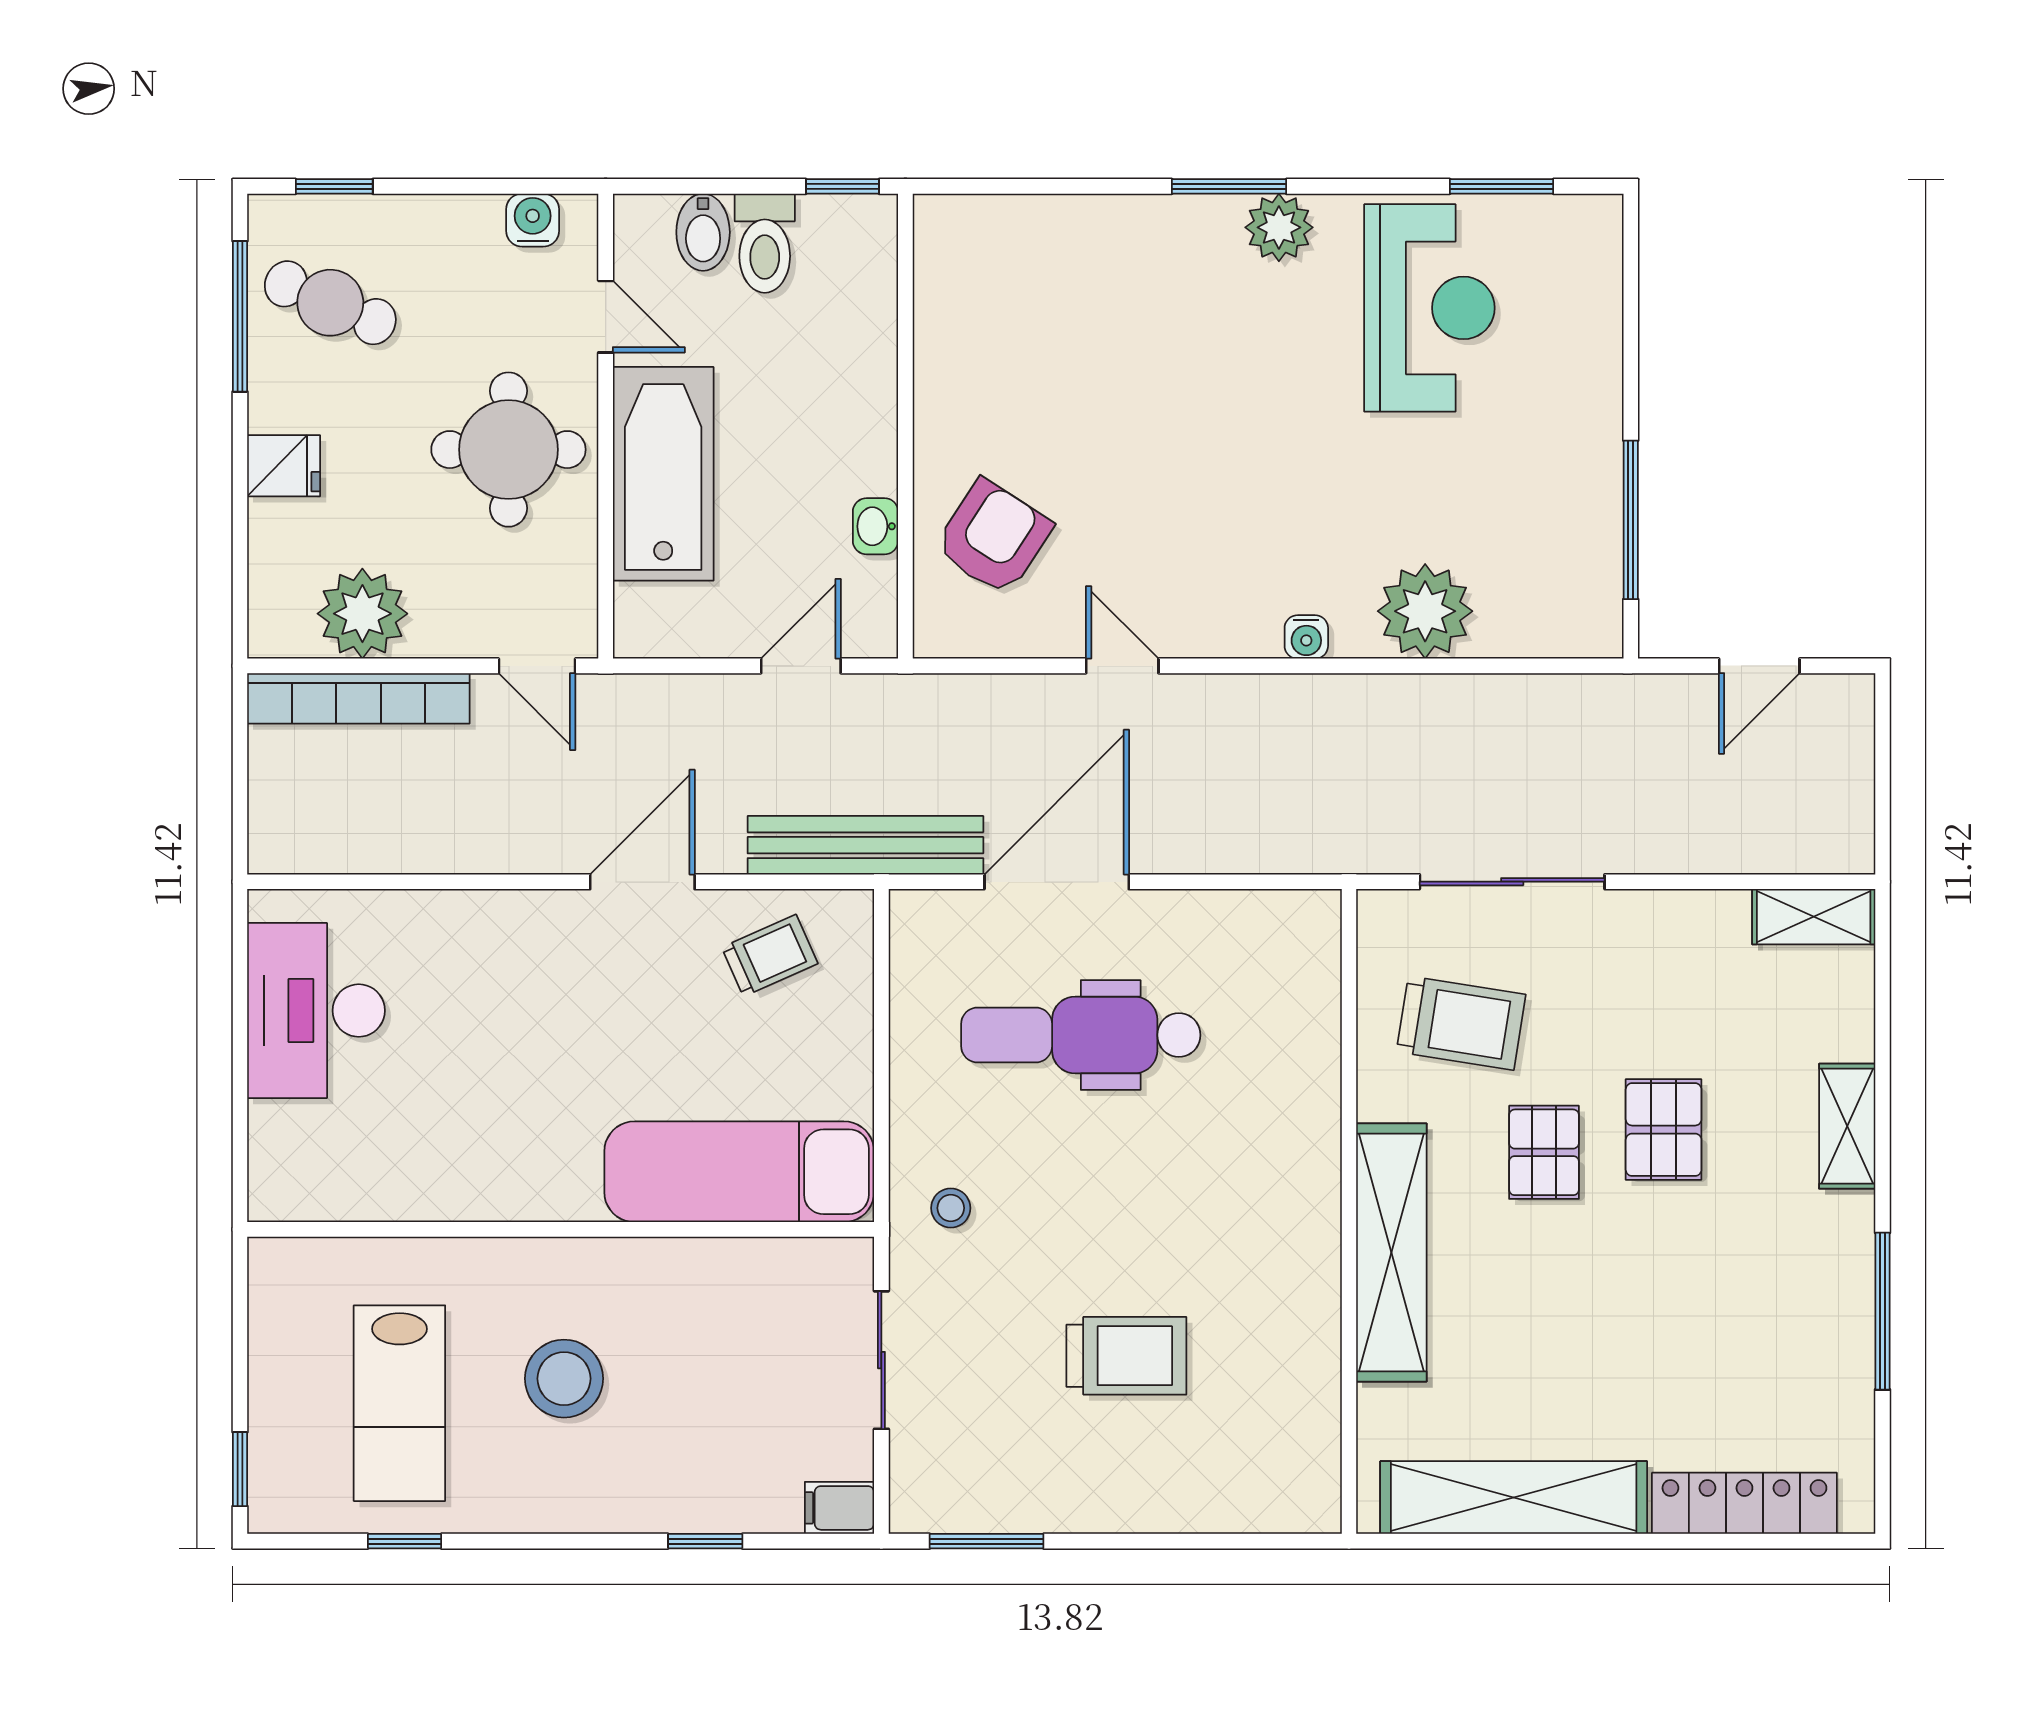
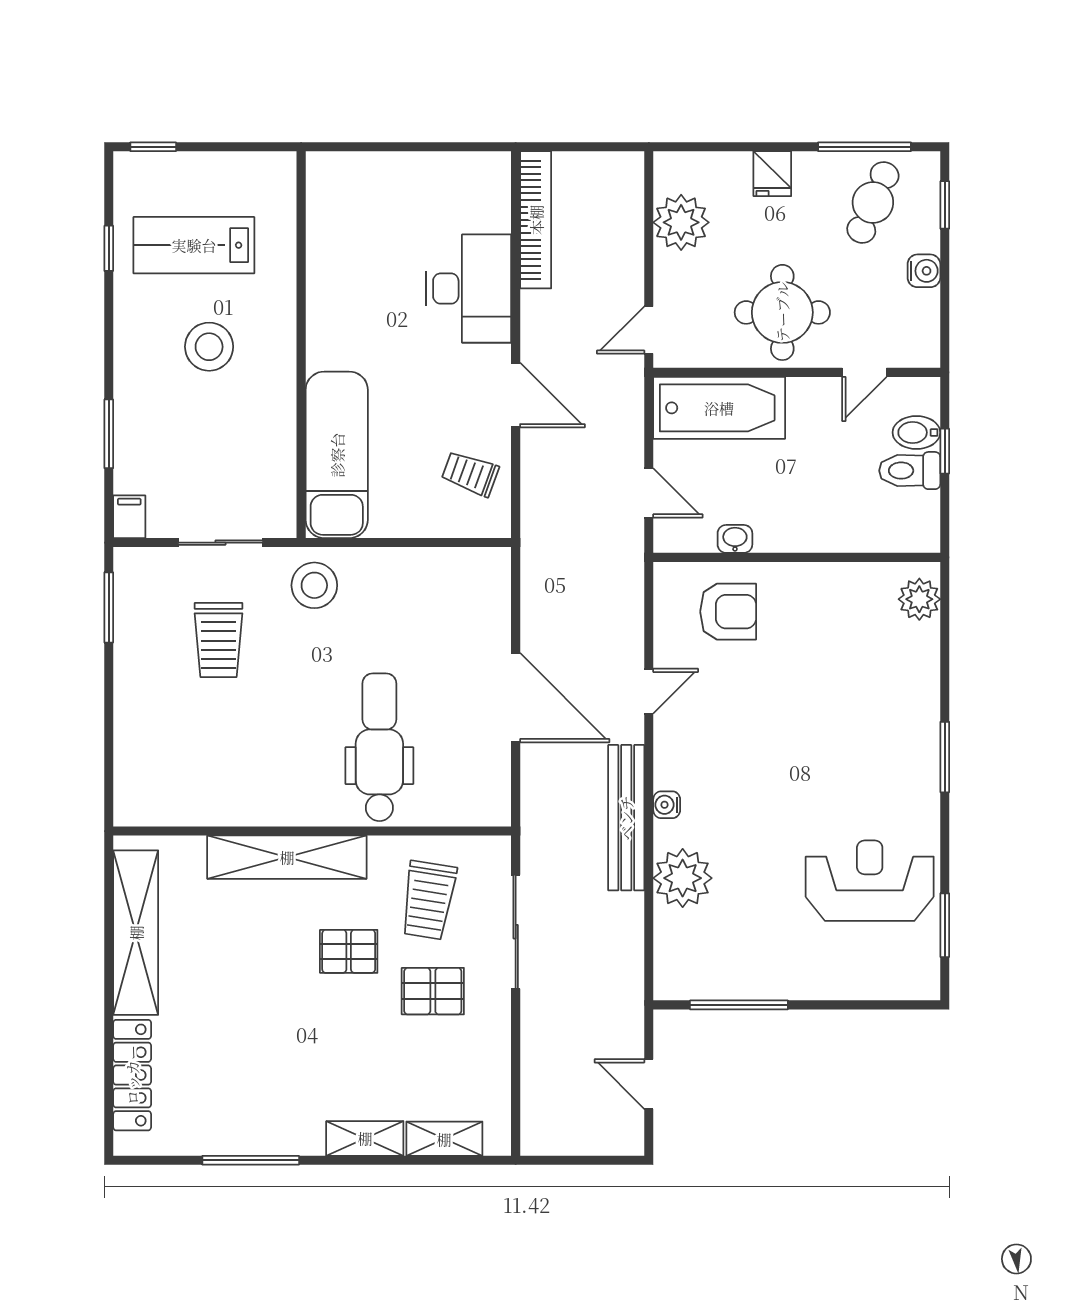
window: (843, 186) -> (945, 451), moved
water cooler: (533, 220) -> (924, 271), moved
plant: (1279, 227) -> (919, 599), moved
reception desk: (1429, 308) -> (870, 881), turned 180
bathtub: (663, 474) -> (719, 408), moved
armchair: (993, 537) -> (728, 612), turned -33
bookcase: (358, 698) -> (536, 220), moved, turned 180
bench: (865, 845) -> (626, 818), moved
door: (1057, 882) -> (516, 698), moved
shelving: (1814, 917) -> (444, 1139), moved, turned 90
trolley: (770, 955) -> (470, 474), turned 134
desk: (316, 1011) -> (469, 289), moved, turned 90
dental chair: (1081, 1035) -> (379, 747), moved
pallet: (1664, 1130) -> (433, 991), moved
stool: (951, 1208) -> (314, 585), width x1.89, depth x1.89
trolley: (1126, 1356) -> (219, 640), moved
window: (705, 1541) -> (109, 434), width x1.50

